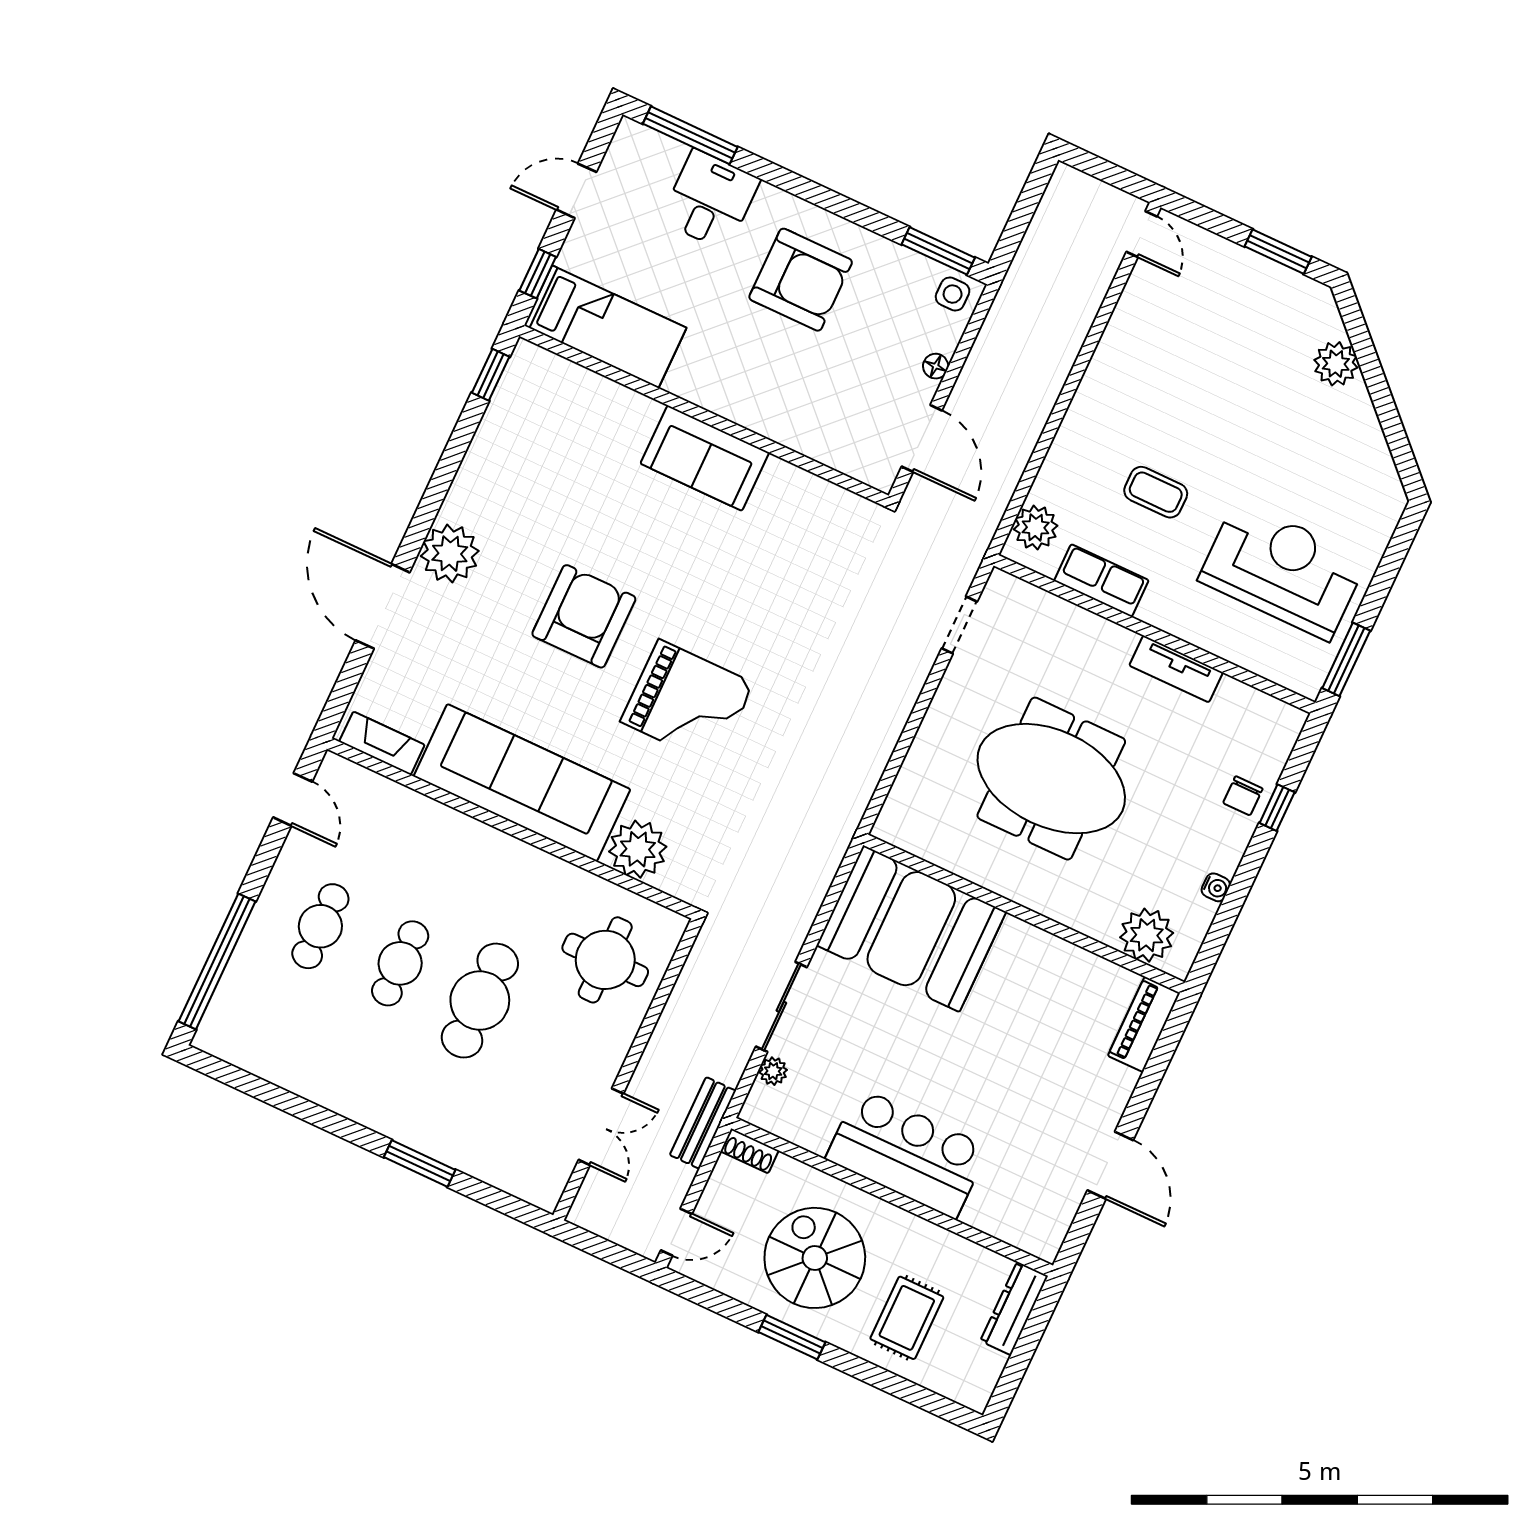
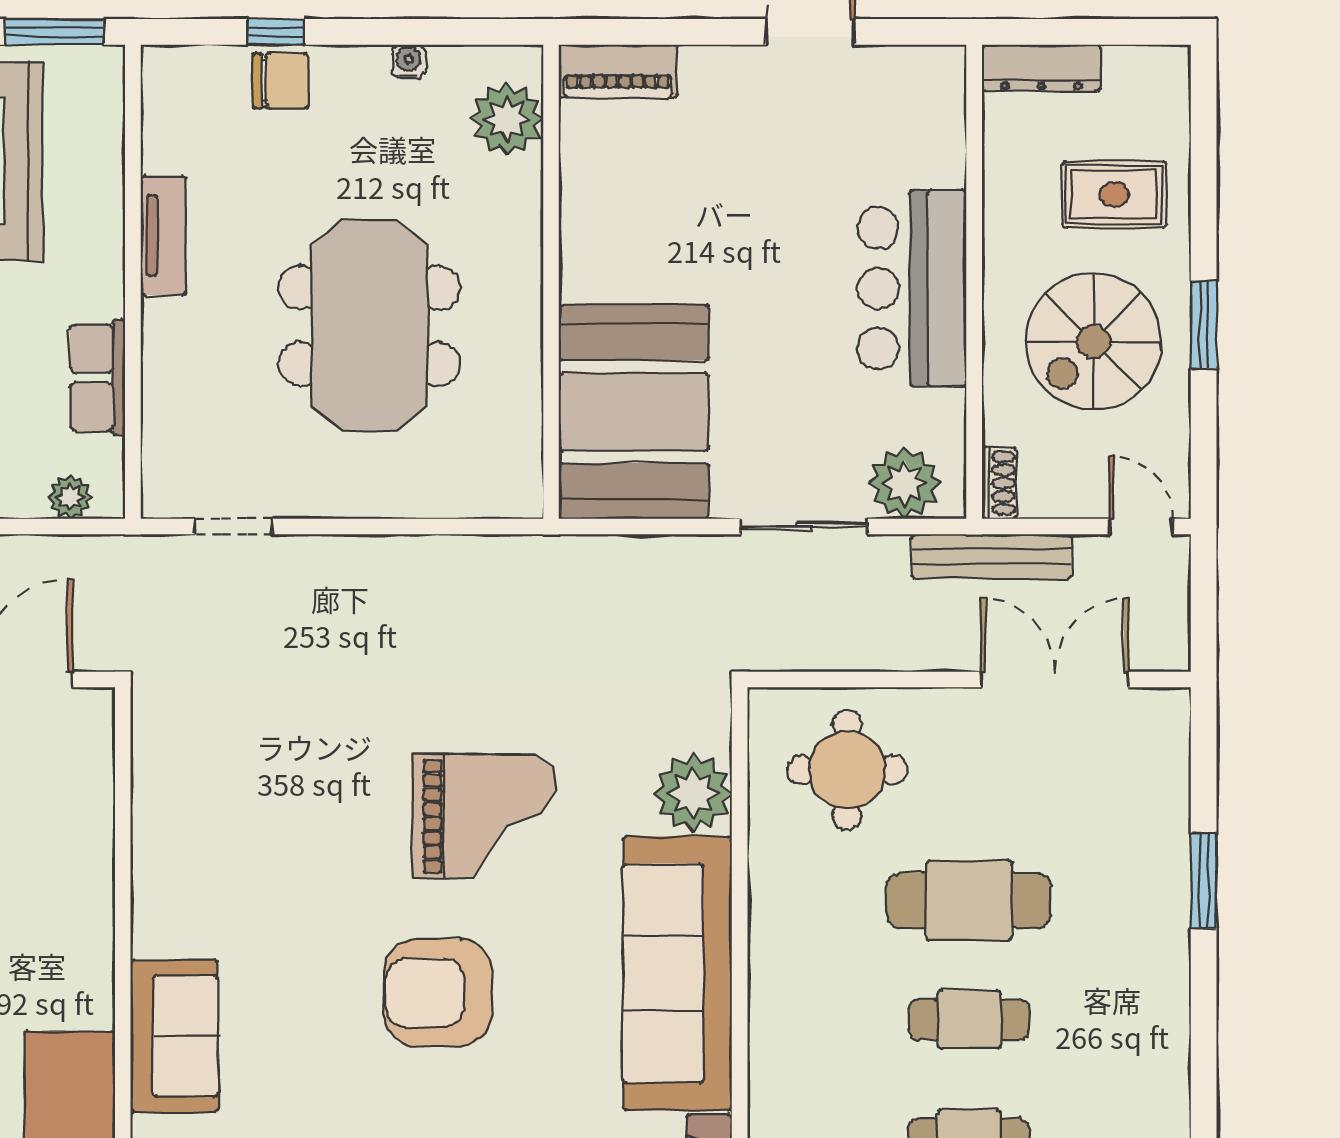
sofa: (705, 458) -> (174, 1036), moved
plant: (1036, 527) -> (70, 497), width x0.73, depth x0.73
grand piano: (687, 702) -> (484, 816), turned 90
chair: (1243, 796) -> (281, 81), width x1.37, depth x1.37
plant: (773, 1071) -> (904, 483), width x1.87, depth x1.87
bench: (703, 1123) -> (992, 556), width x1.36
double door: (601, 1127) -> (1055, 679), width x1.37

